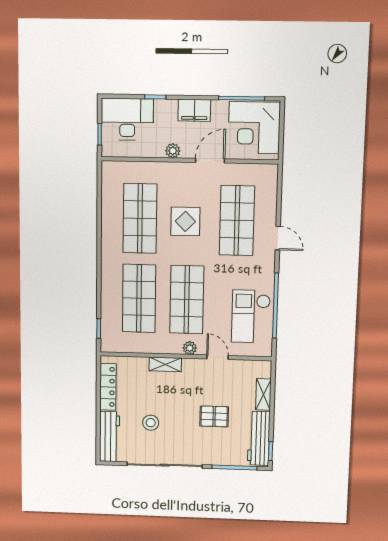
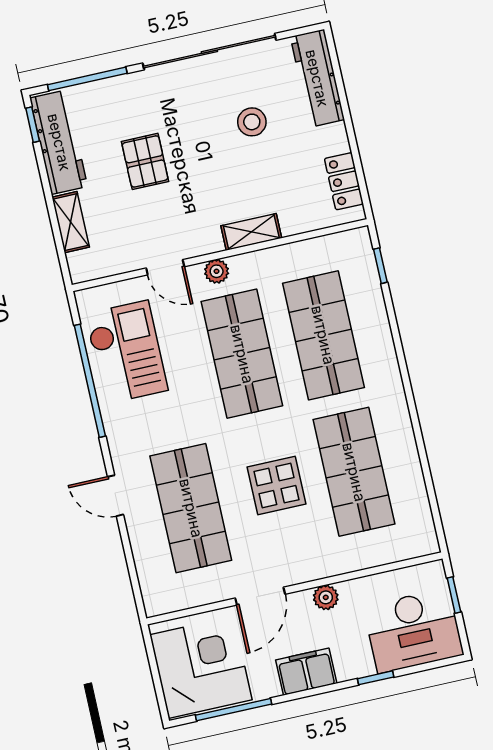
locker: (108, 387) -> (344, 181), width x0.66
pallet: (214, 416) -> (145, 161), turned 90

